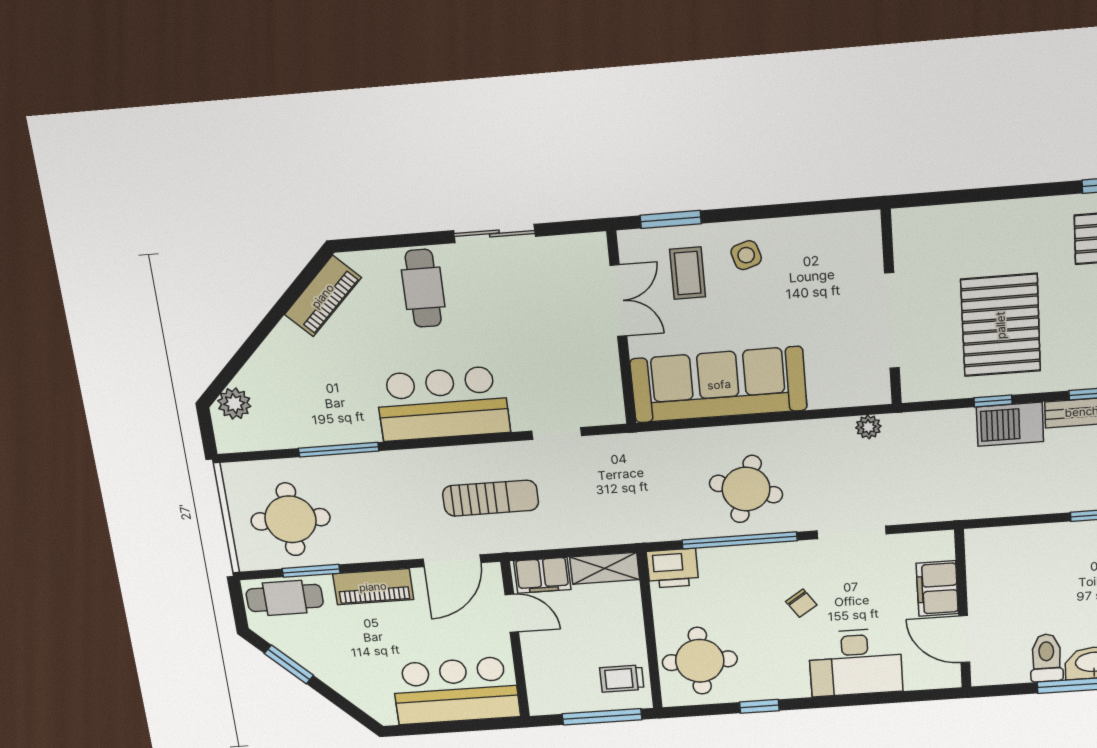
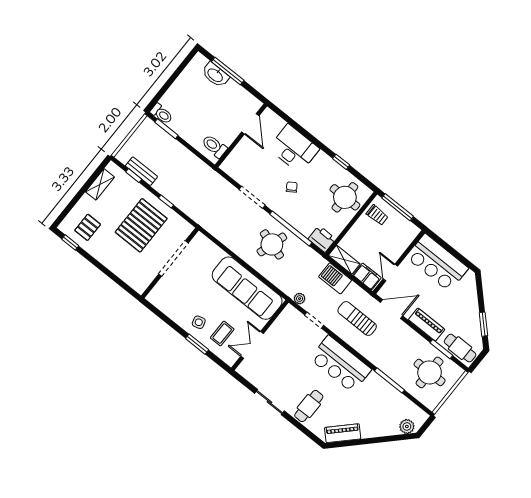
window: (671, 219) -> (197, 344), moved
barbecue: (1010, 424) -> (335, 278), moved, turned 180
plant: (868, 427) -> (300, 299), moved
filing cabinet: (937, 589) -> (243, 151), removed
toilet: (1046, 658) -> (214, 146), moved, turned 90

